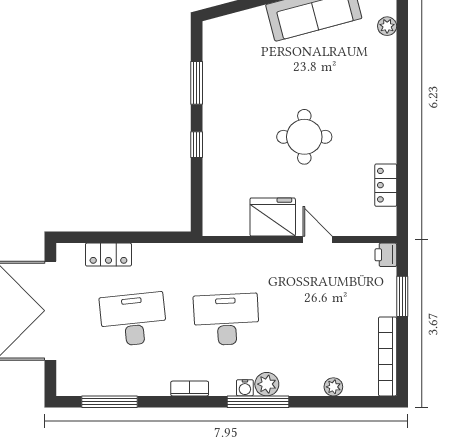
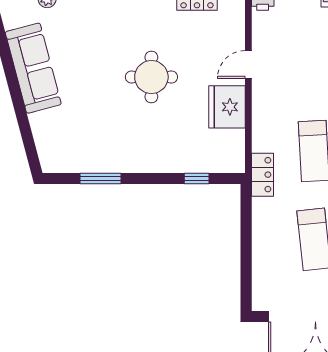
window: (197, 145) -> (197, 179), moved
locker: (108, 255) -> (262, 175), moved

